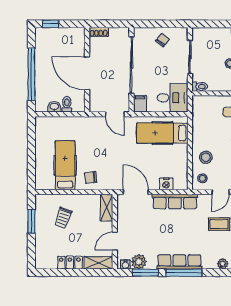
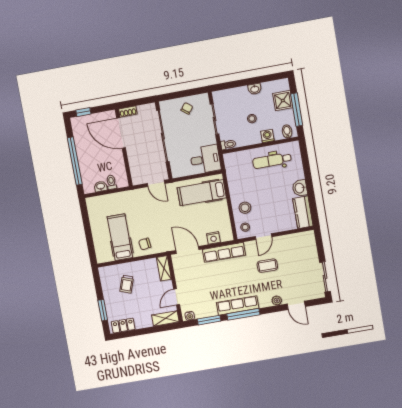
door: (87, 73) -> (121, 133), moved
filing cabinet: (140, 104) -> (177, 170), removed
window: (31, 221) -> (103, 310), moved
plant: (139, 262) -> (201, 311), removed
locker: (70, 263) -> (123, 326), moved

